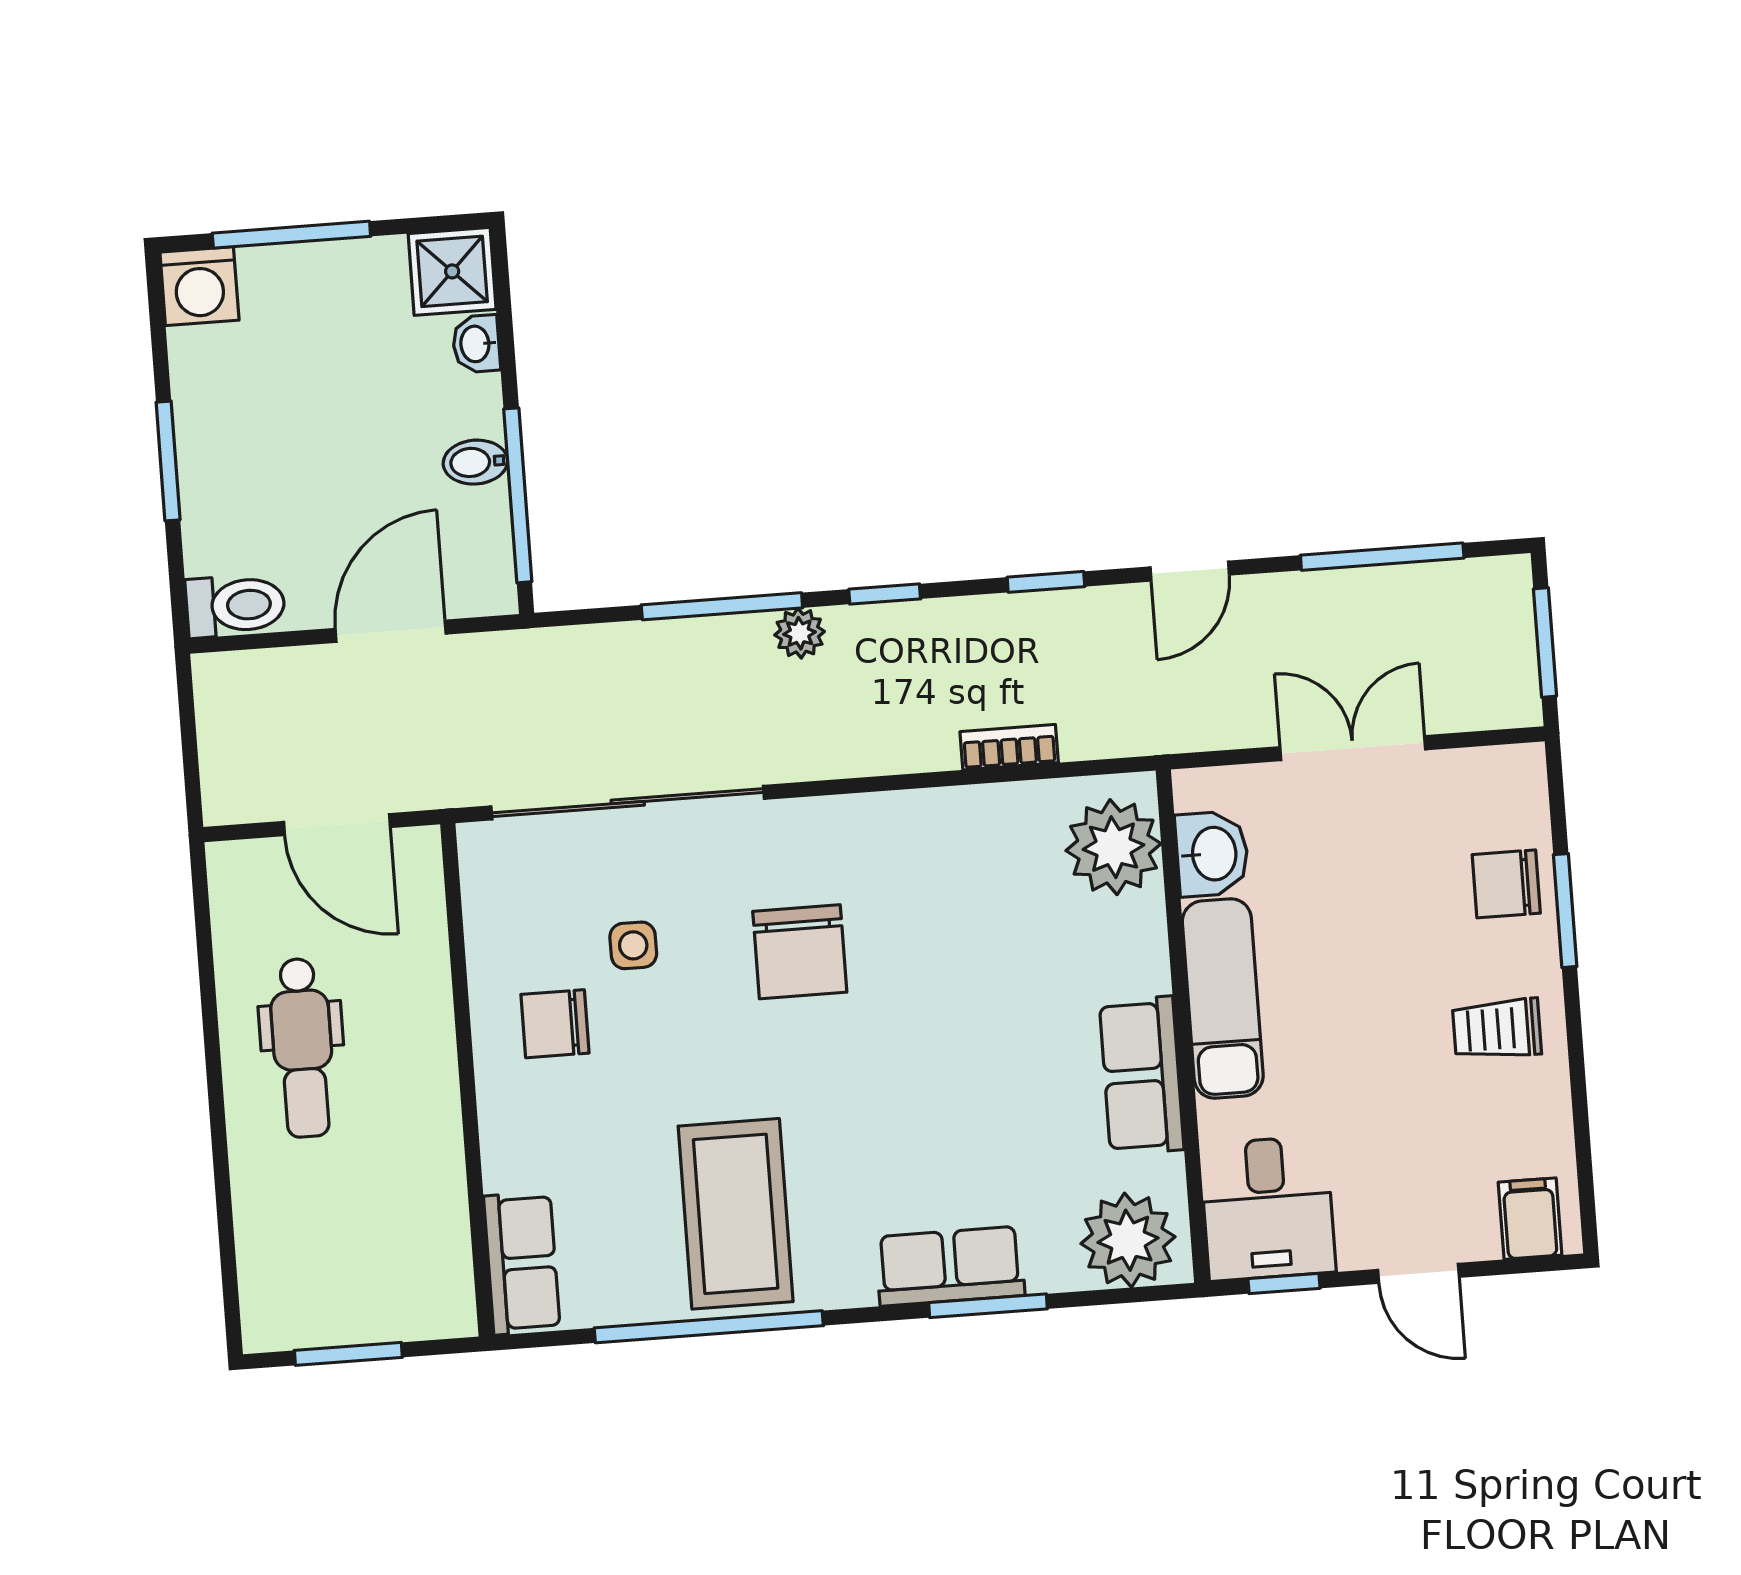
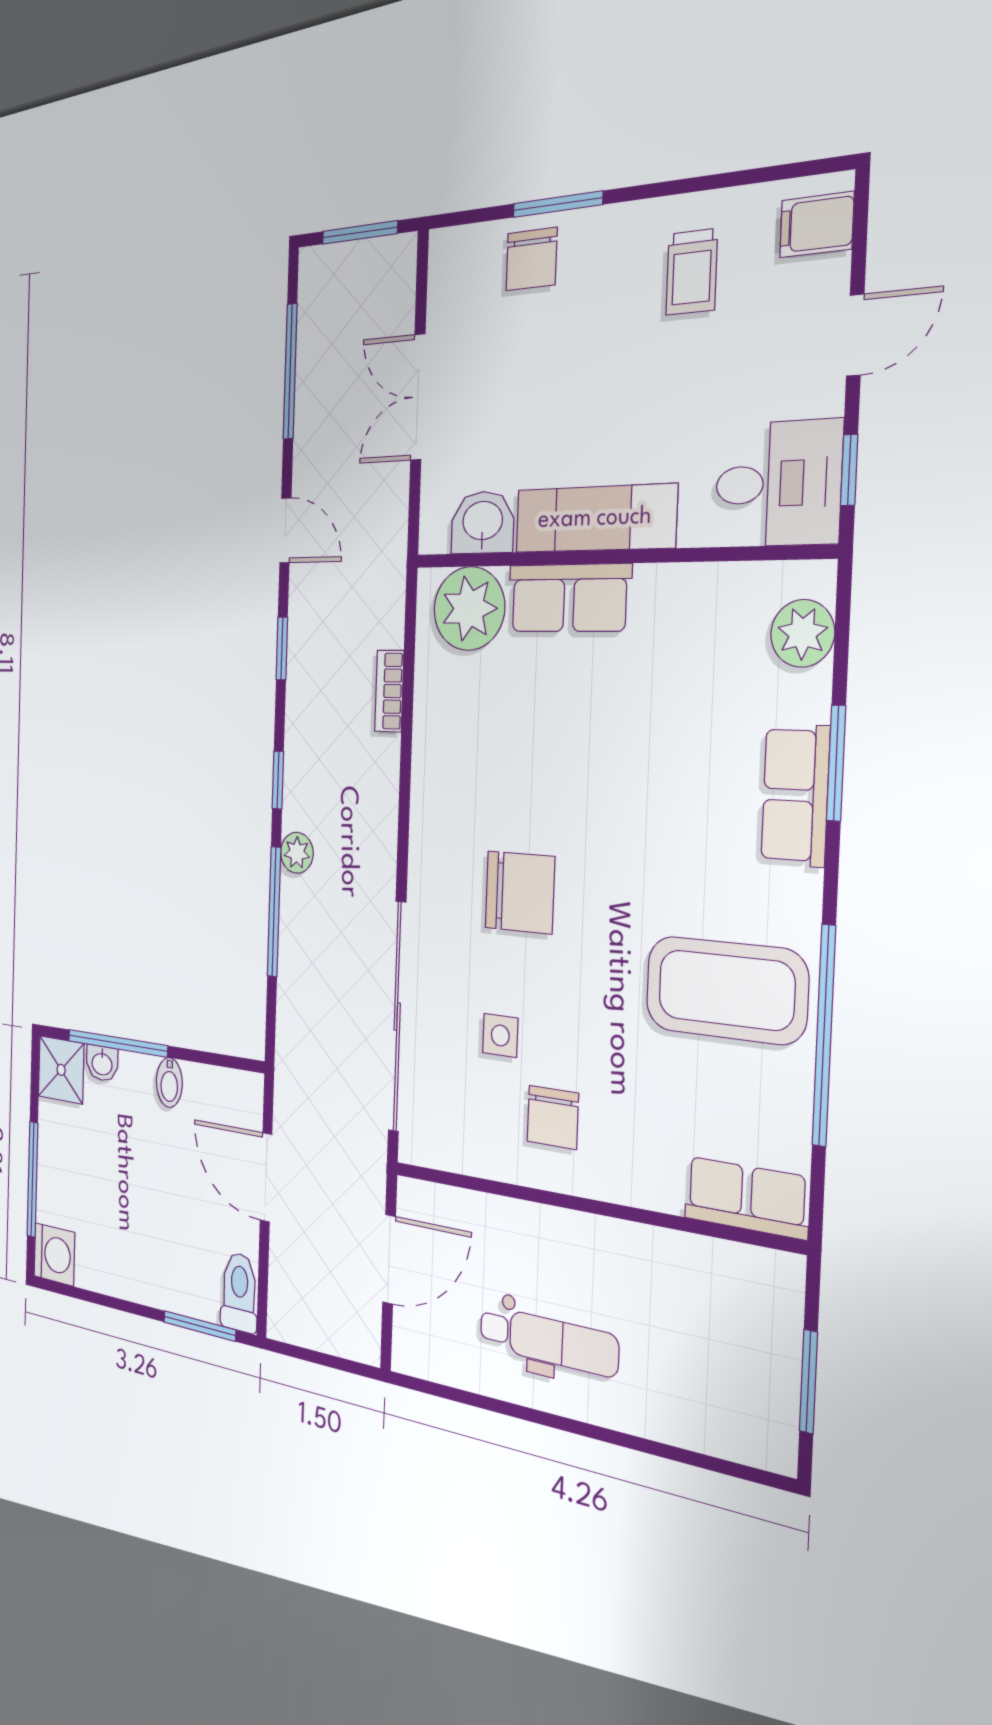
window: (168, 461) -> (200, 1326), moved
window: (518, 495) -> (117, 1043), moved
trolley: (1497, 1029) -> (692, 272), moved
row of seats: (1142, 1075) -> (569, 598), moved
plant: (1128, 1240) -> (803, 633), width x0.73, depth x0.73

